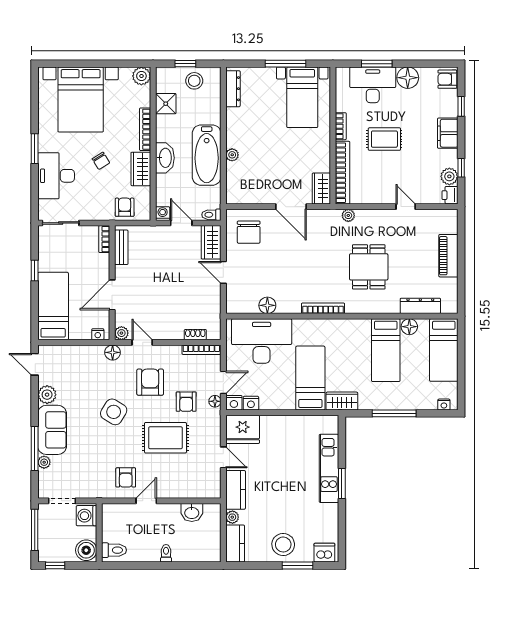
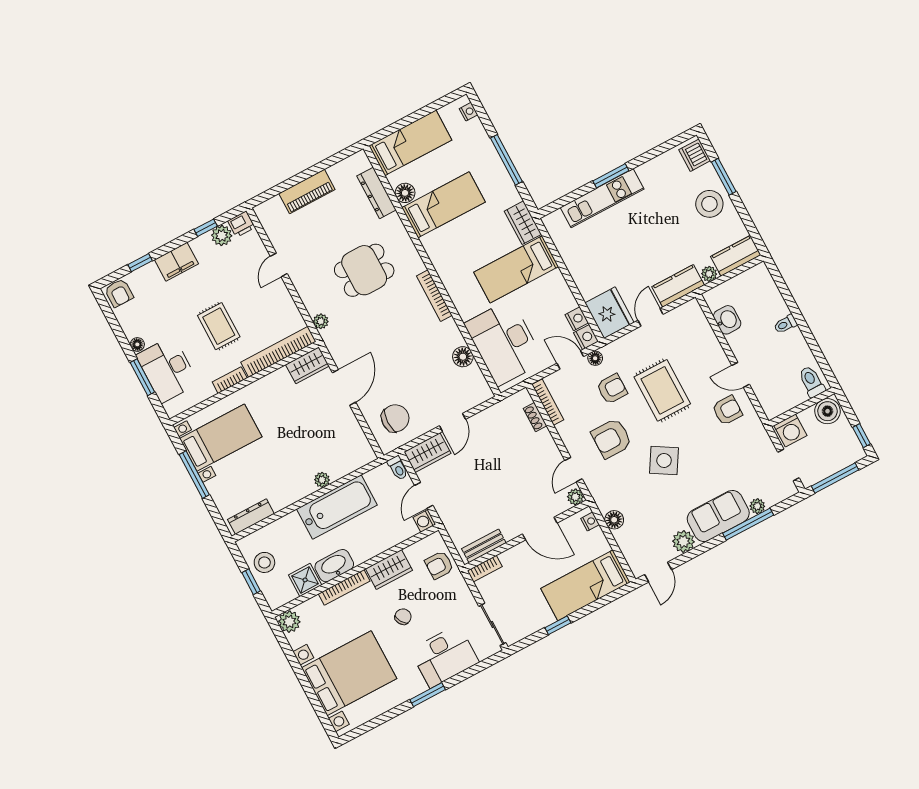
floor lamp: (408, 78) -> (137, 344), width x0.53, depth x0.53
washbasin: (165, 158) -> (334, 566), moved
floor lamp: (113, 352) -> (614, 520), moved

